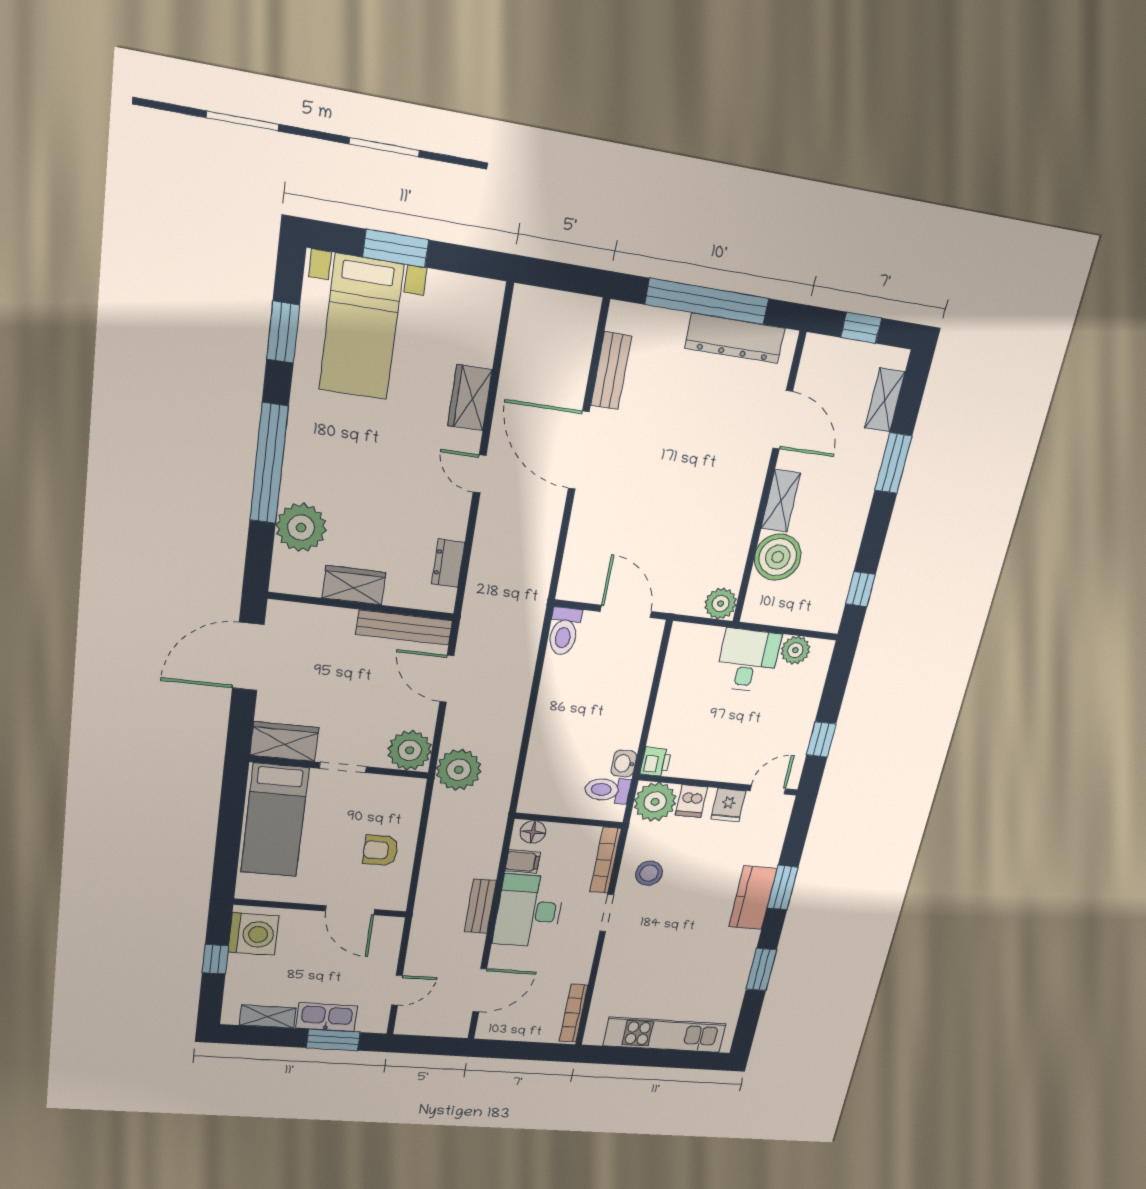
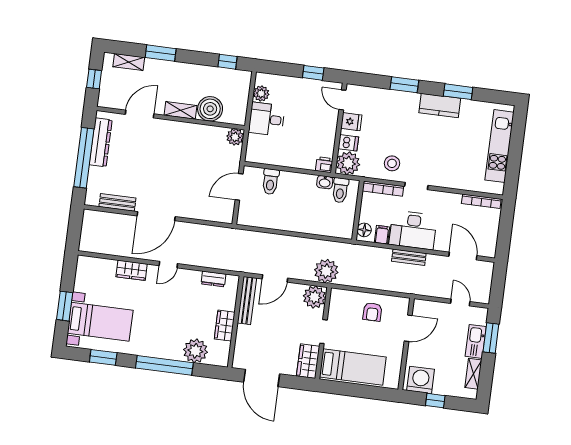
toilet: (564, 631) -> (270, 182), moved, turned 90
kitchen counter: (753, 898) -> (440, 106), moved

